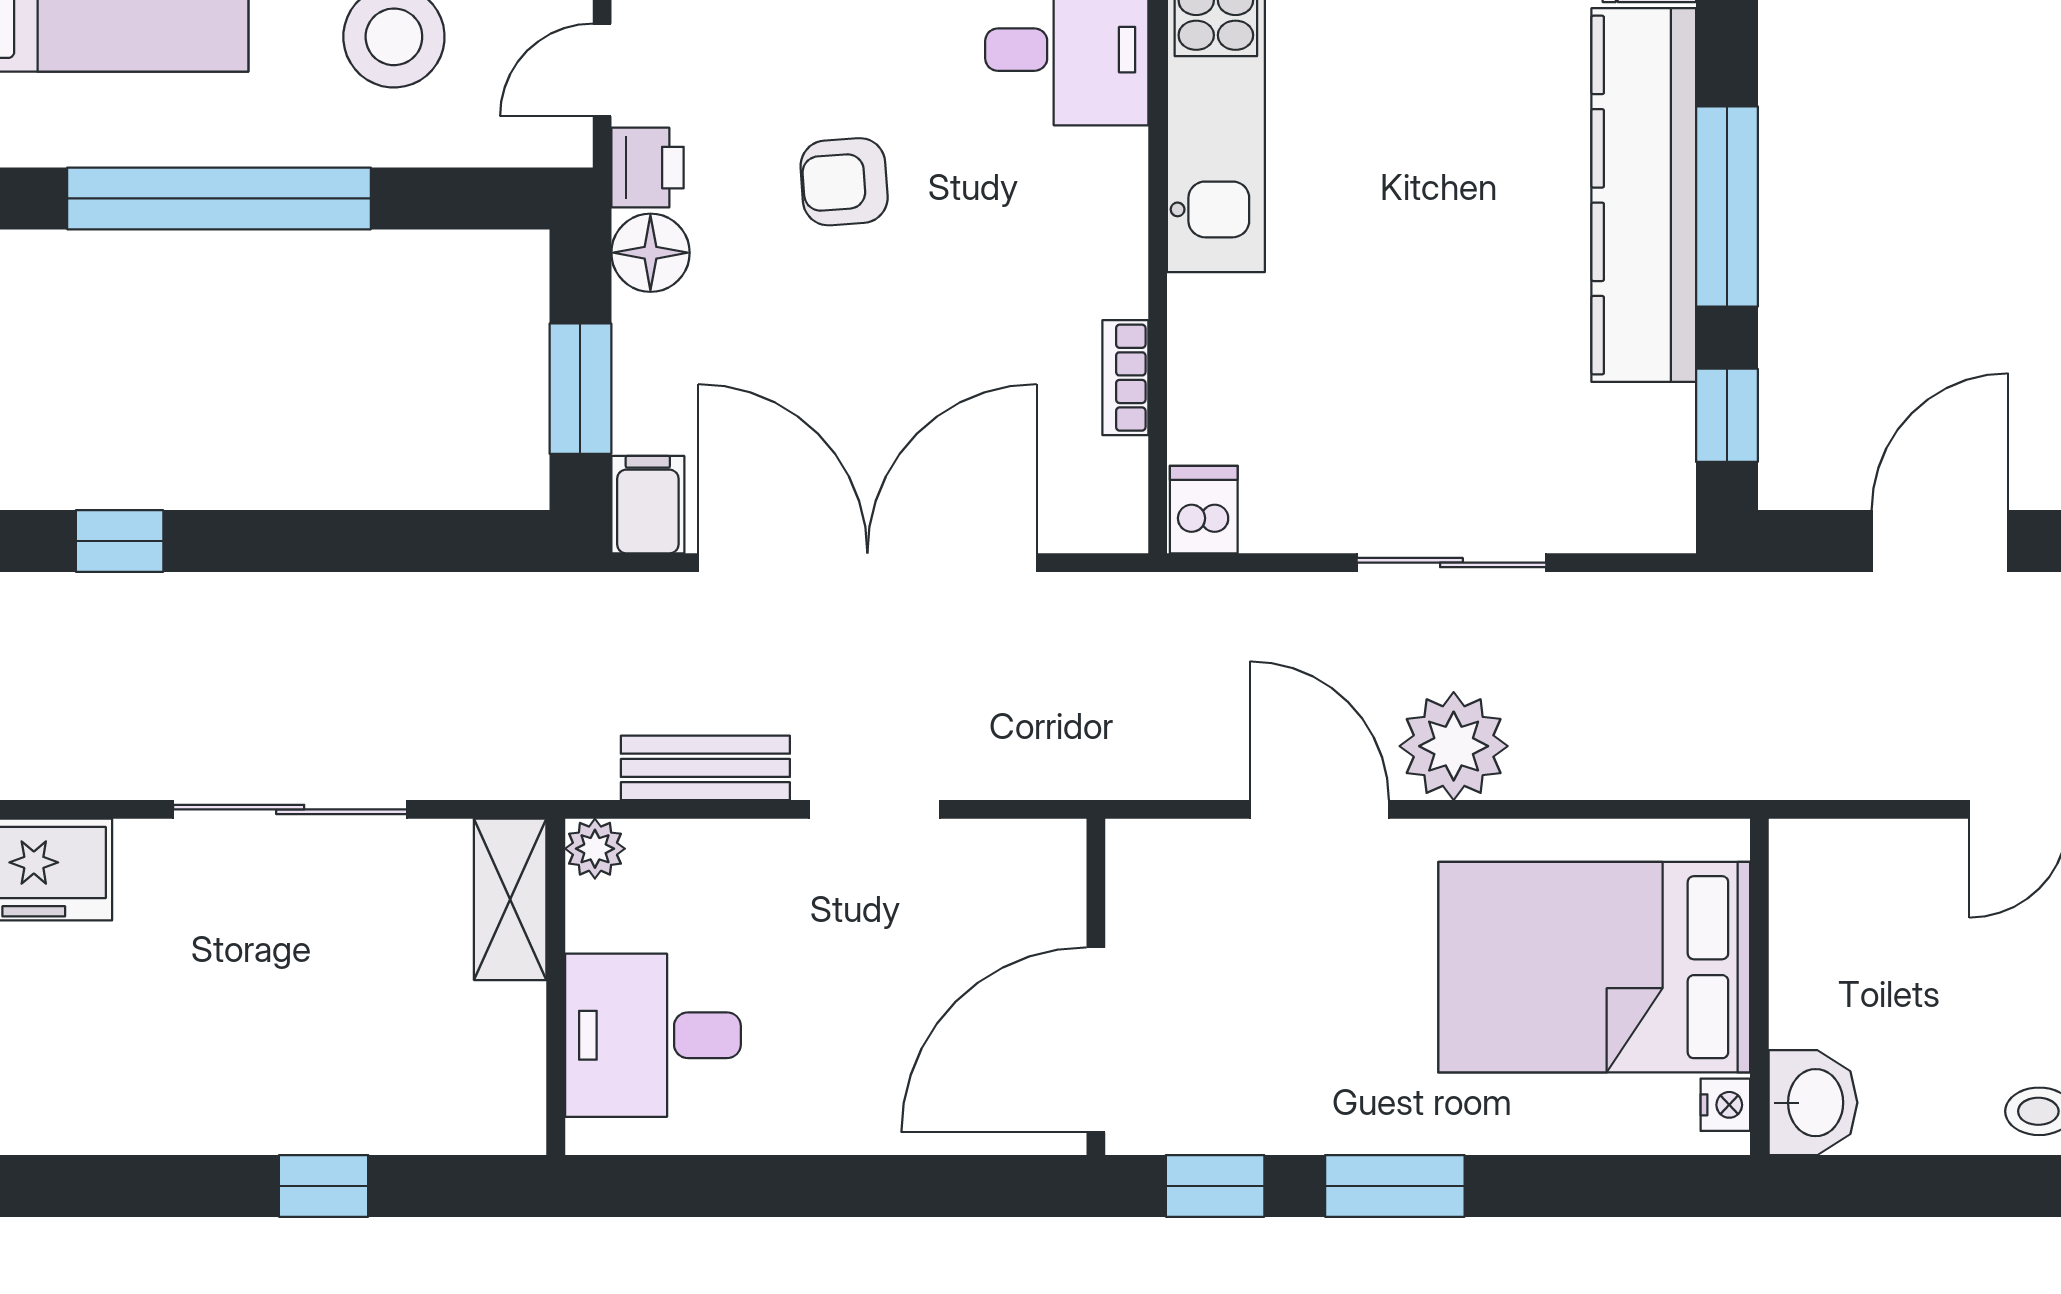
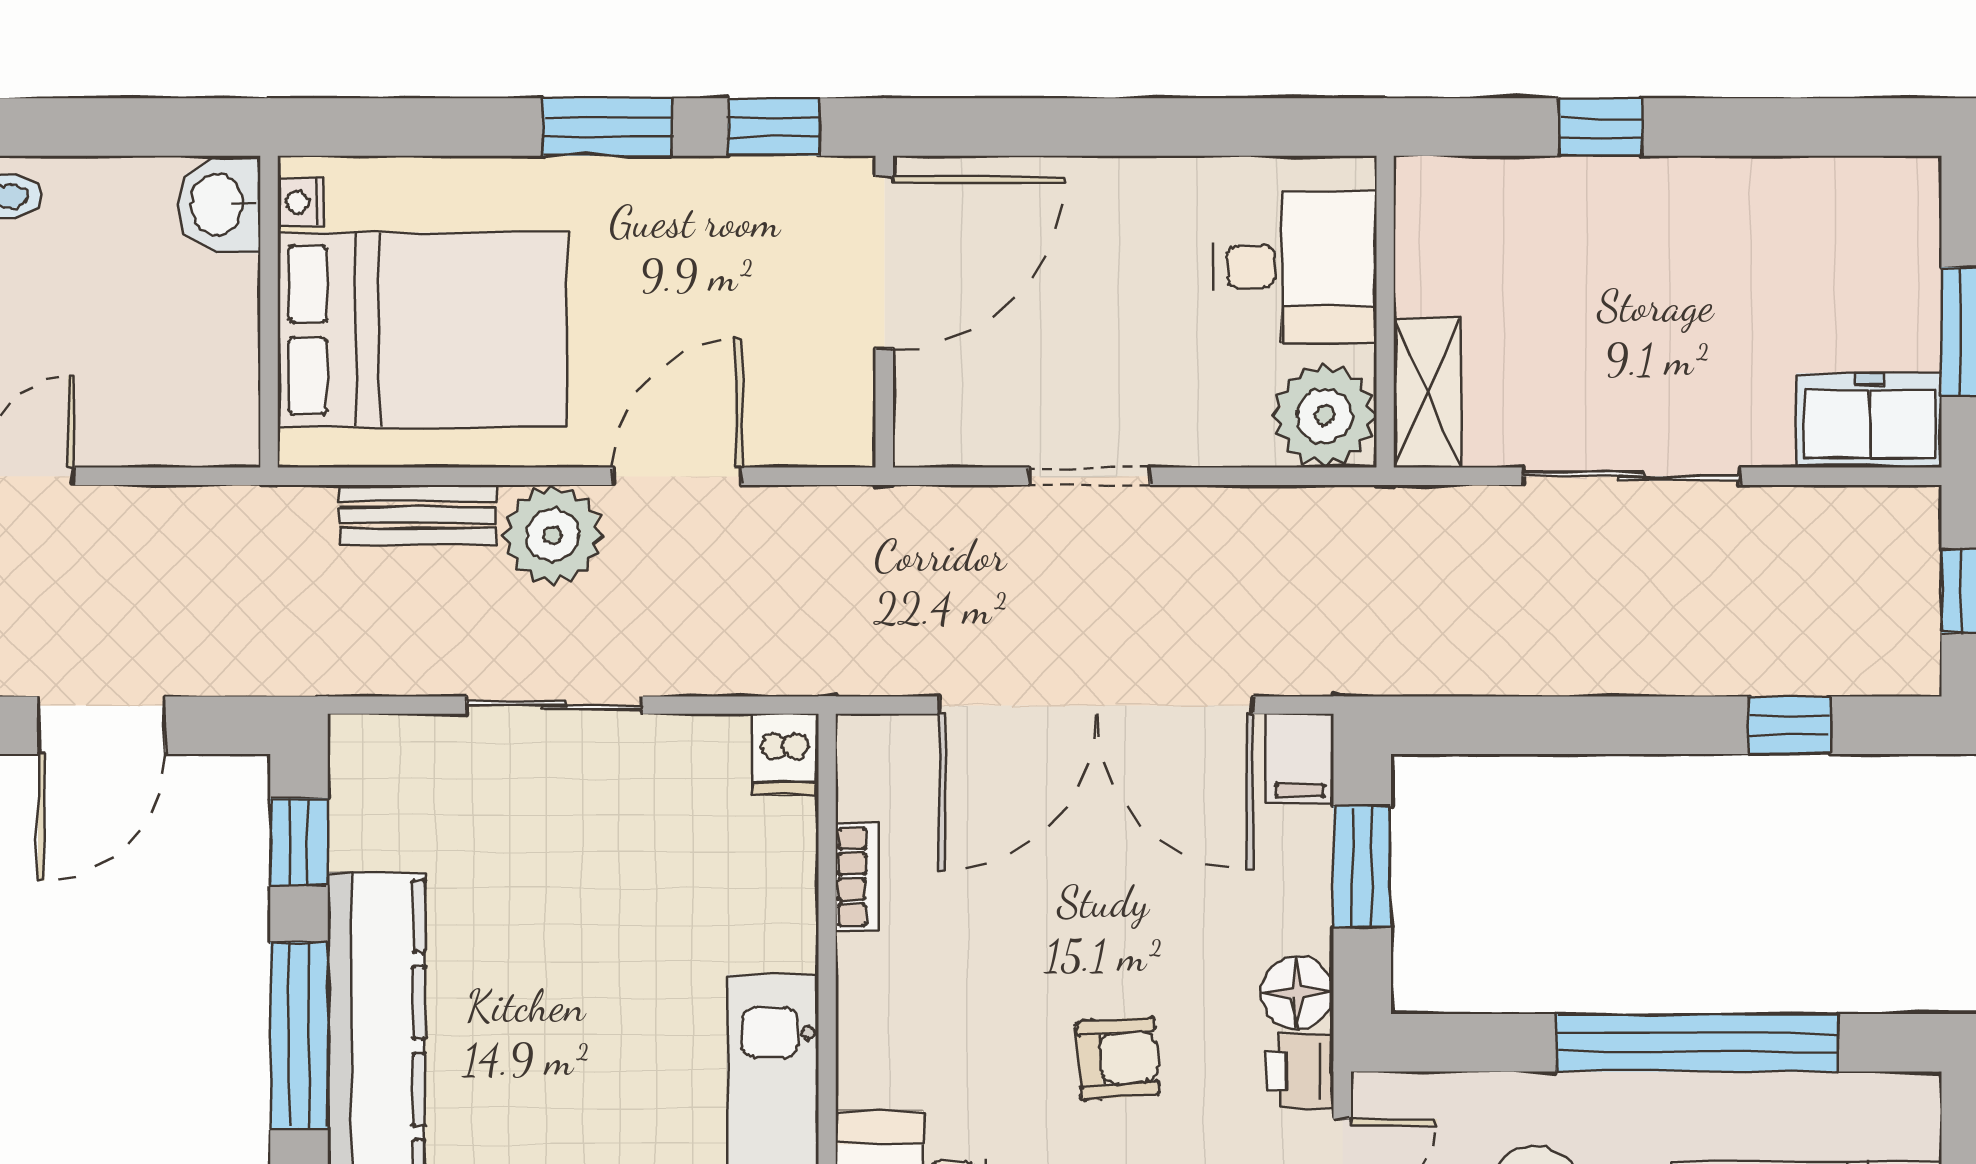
bench: (705, 768) -> (418, 515), moved
door: (1319, 809) -> (677, 476), swing flipped
plant: (595, 849) -> (1324, 416), width x1.87, depth x1.87

